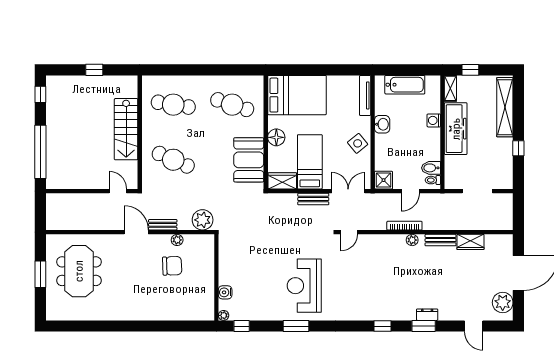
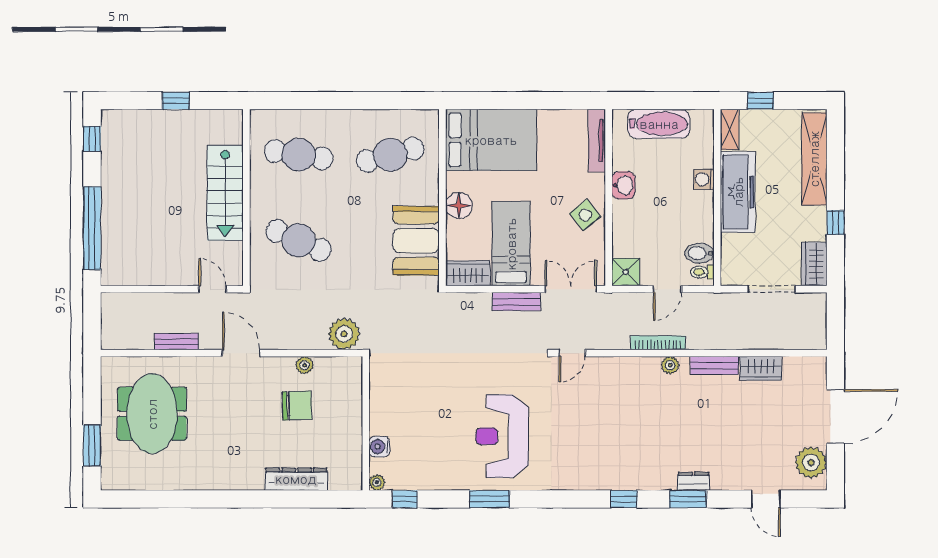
cafe table: (232, 105) -> (390, 155), turned -33
wardrobe: (505, 175) -> (814, 264), added
bench: (163, 225) -> (176, 342), moved
window: (40, 274) -> (92, 446), moved
dresser: (172, 313) -> (296, 479), added

